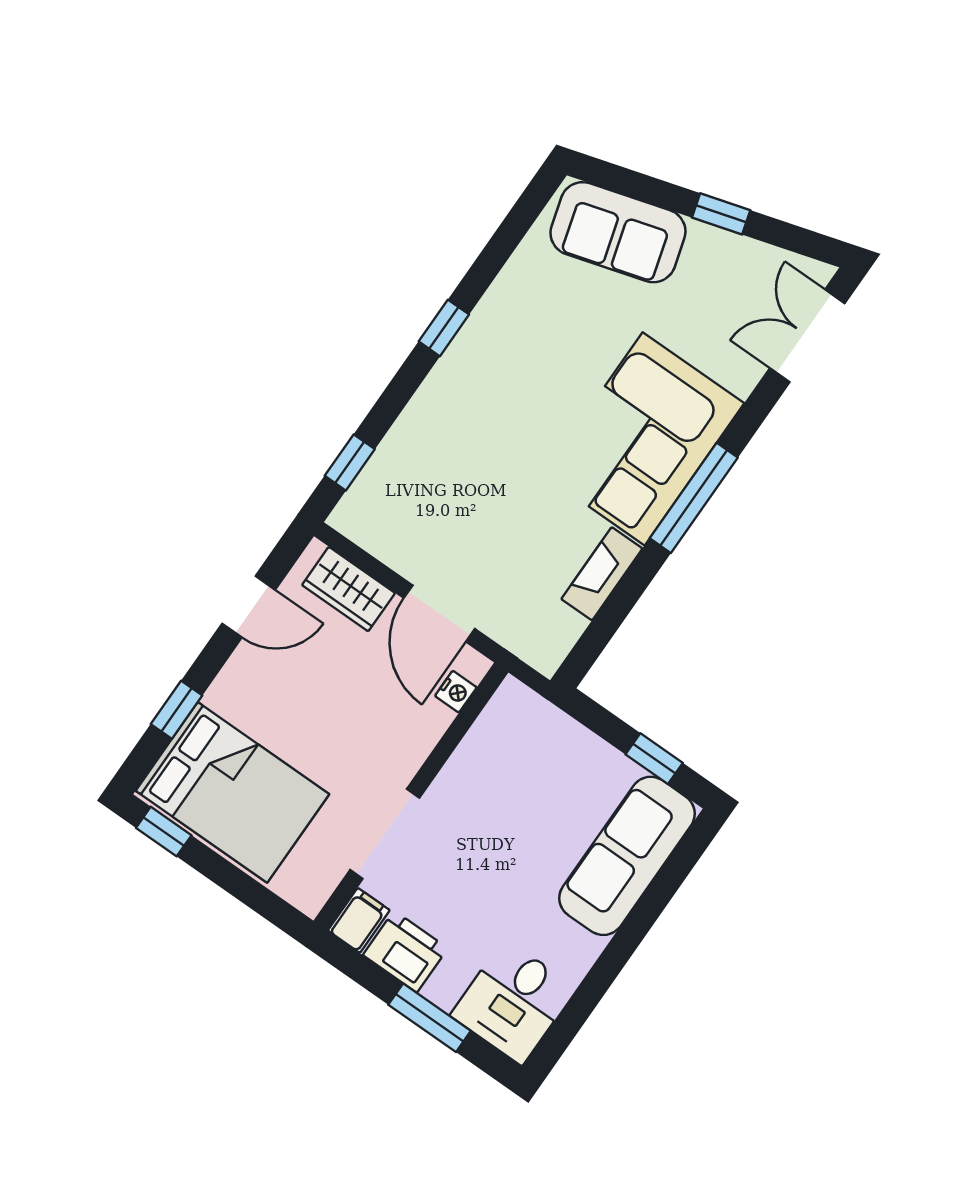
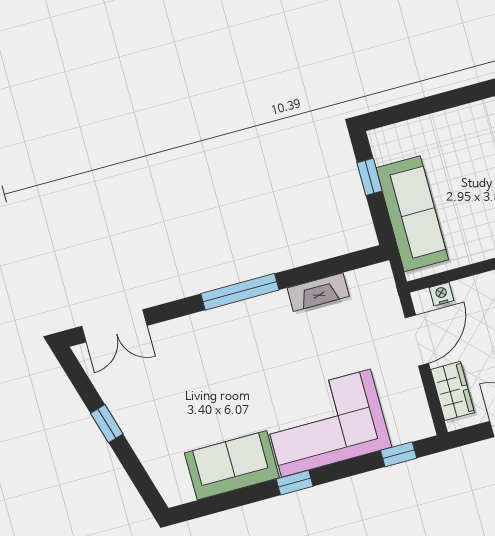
sofa: (618, 232) -> (232, 465), moved, turned -74
corner sofa: (644, 439) -> (326, 423), moved, turned 180
sofa: (627, 856) -> (412, 214), moved, turned -90

